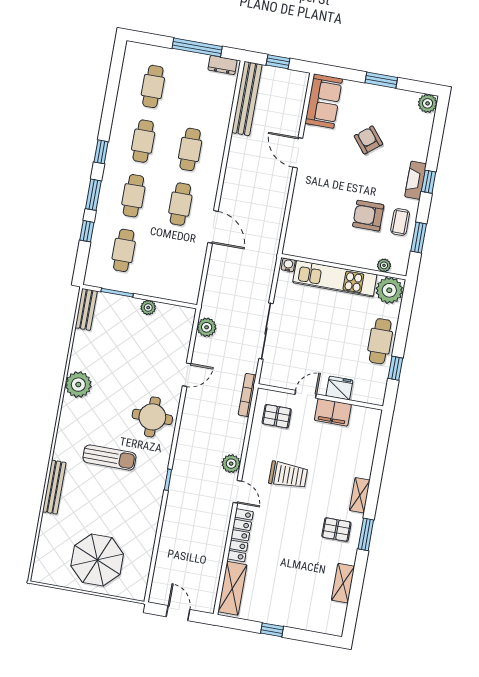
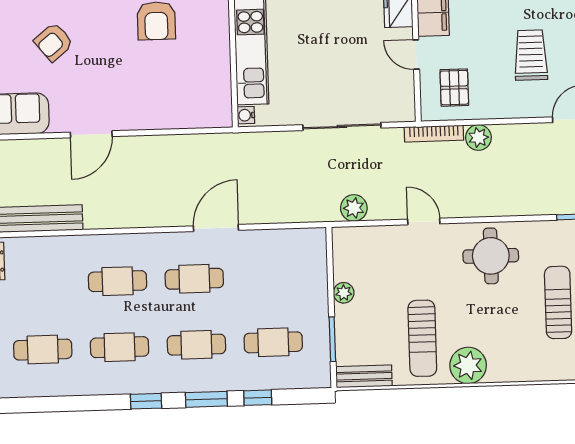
sun lounger: (104, 356) -> (422, 338), added
plant: (231, 464) -> (478, 137), moved

